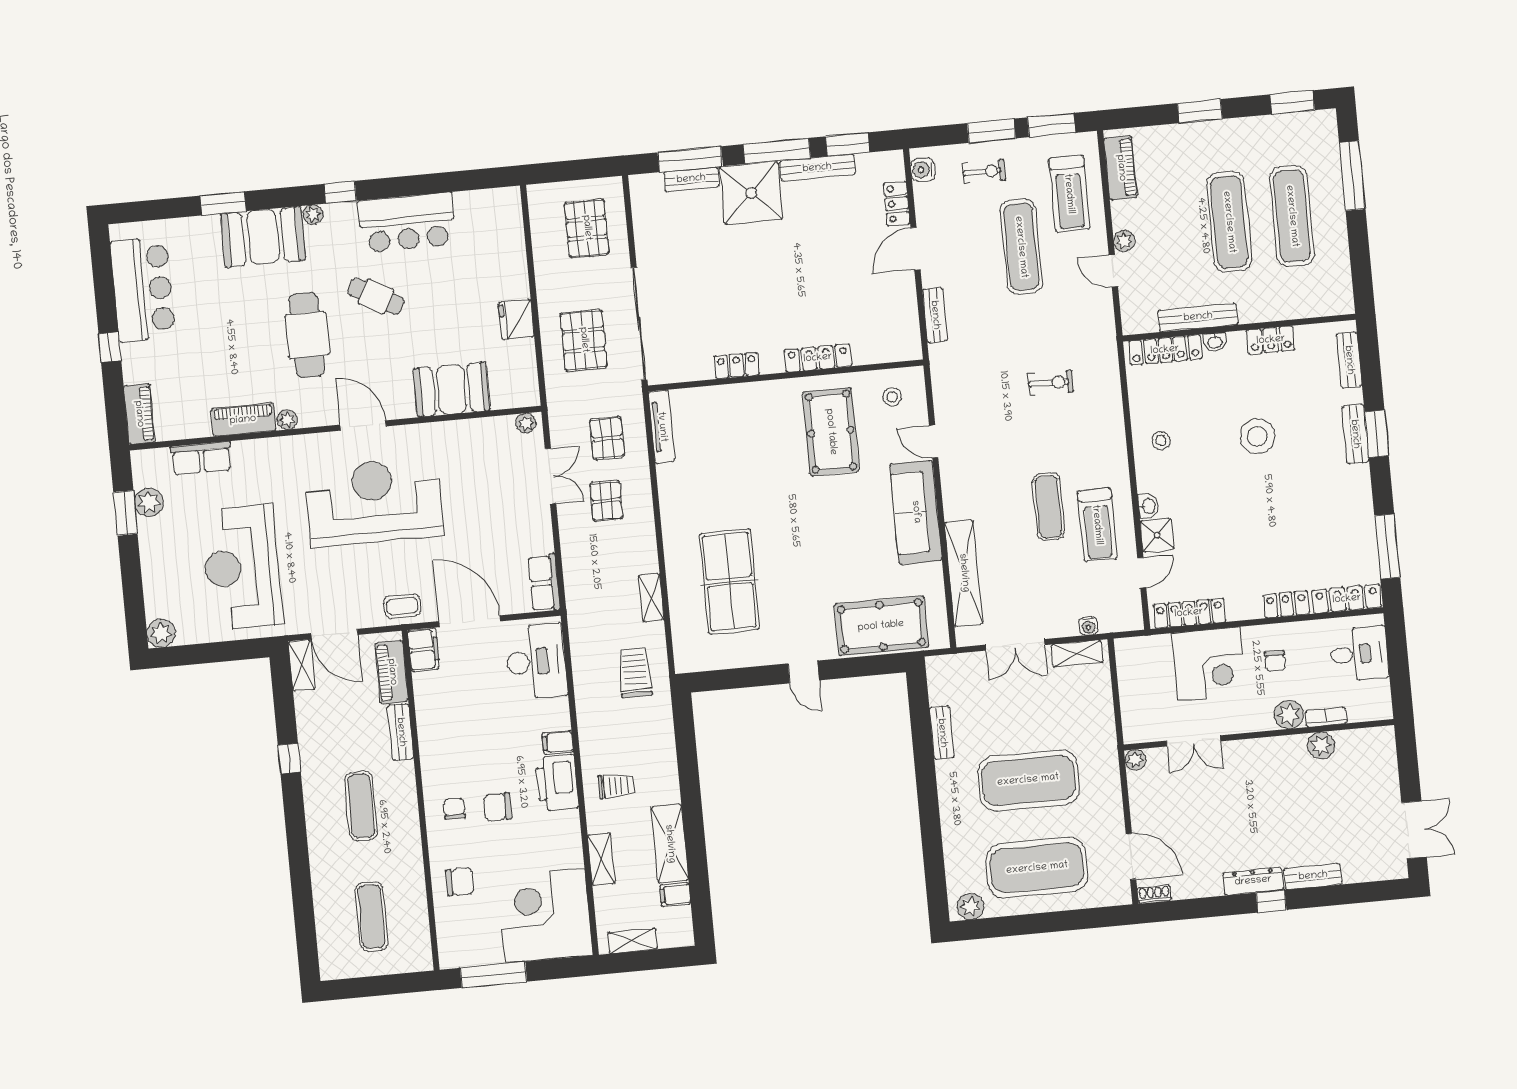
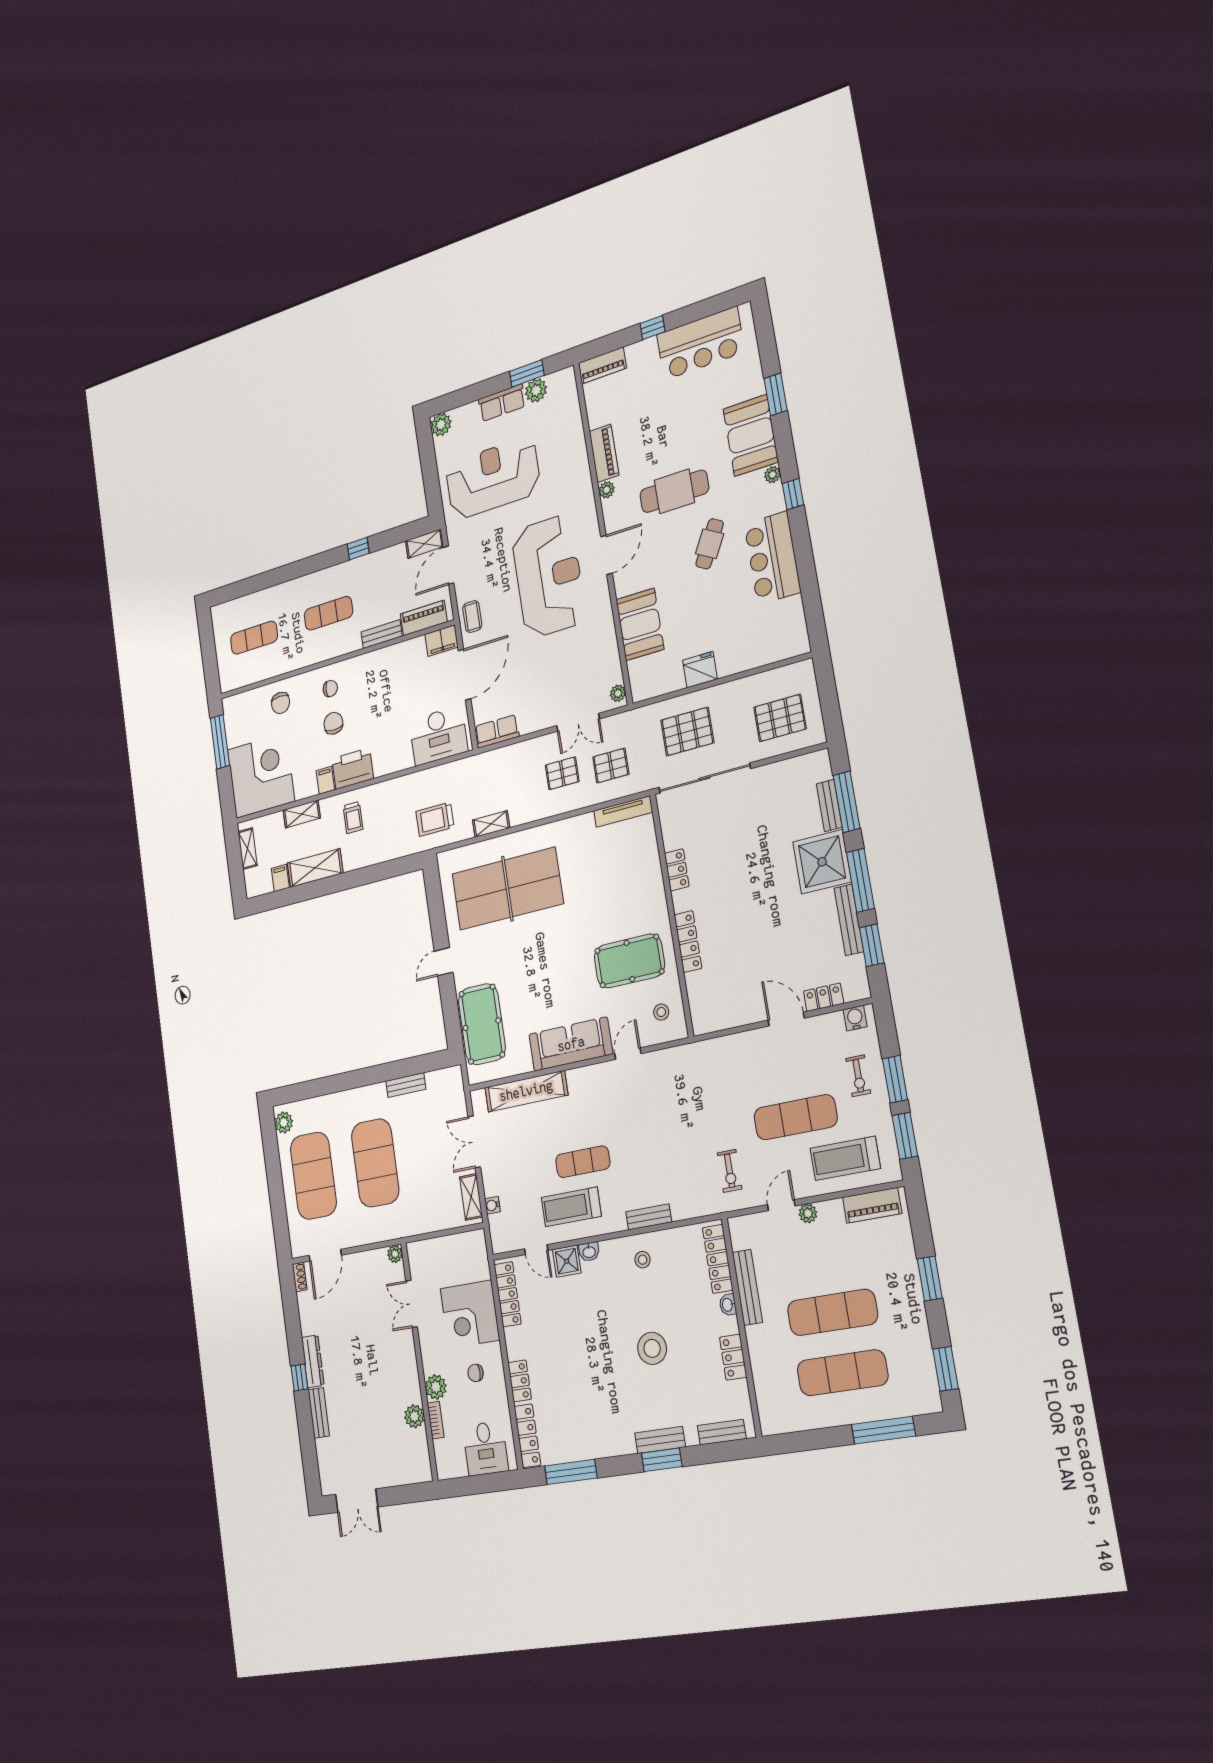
bench: (935, 315) -> (649, 1217), moved
exercise bike: (1051, 383) -> (730, 1171), moved
row of seats: (201, 458) -> (502, 403), moved, turned -90
table tennis table: (729, 581) -> (507, 889), width x1.36, depth x1.32
trolley: (635, 673) -> (435, 819), turned 180
filing cabinet: (558, 742) -> (325, 780), moved

